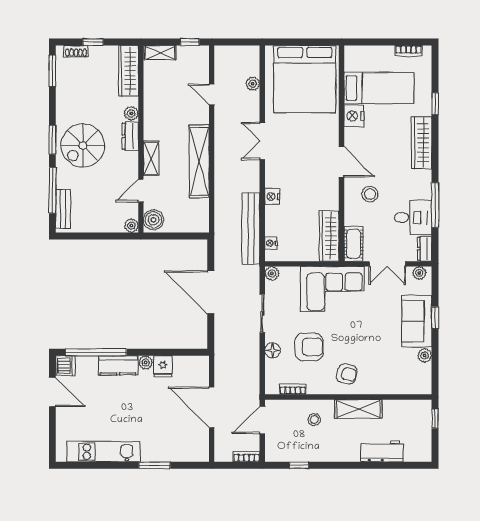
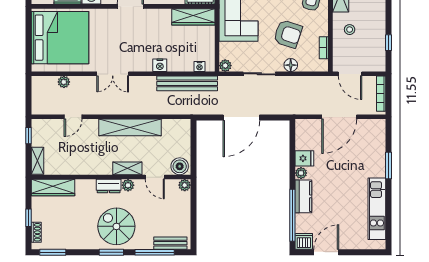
plant: (131, 113) -> (128, 185), moved
spiral stairs: (83, 145) -> (116, 226), turned 180
armchair: (309, 347) -> (288, 34), turned 108
bookcase: (246, 457) -> (381, 94), width x1.56

